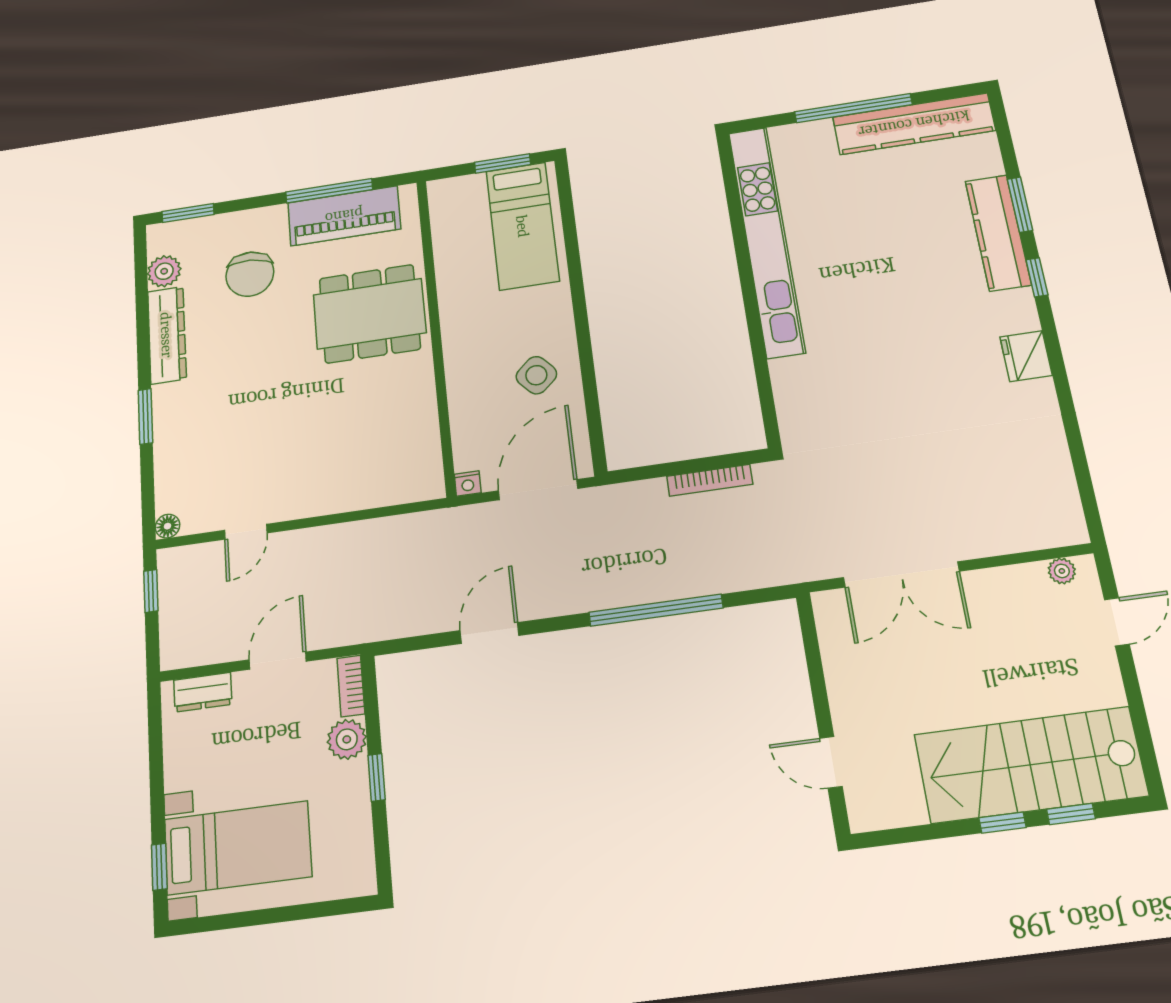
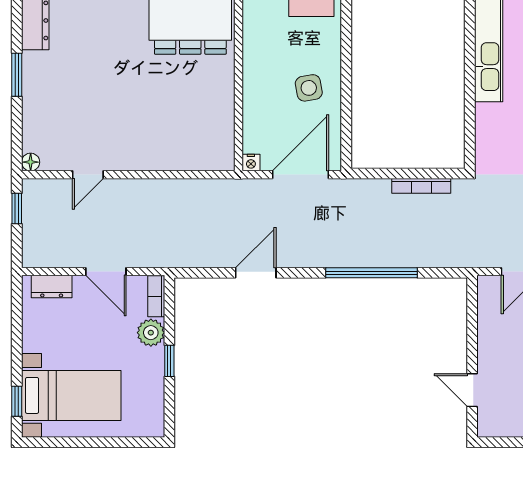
side table: (536, 375) -> (309, 88), turned 32
door: (278, 661) -> (106, 272), swing flipped

